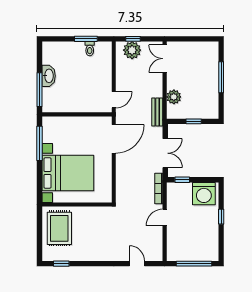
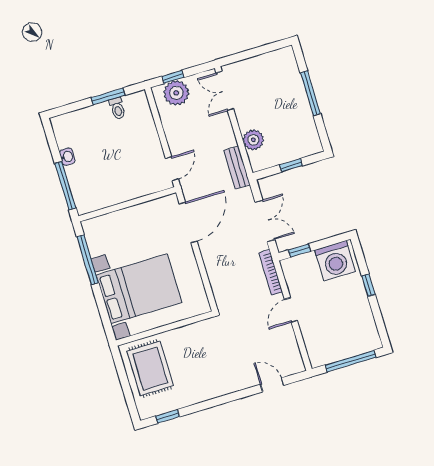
washbasin: (49, 76) -> (67, 157), width x0.52, depth x0.69

